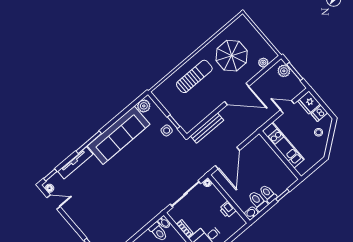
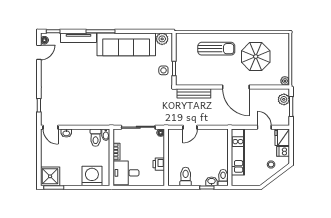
plant: (263, 63) -> (285, 81), moved
door: (227, 158) -> (190, 127), width x0.53
toilet: (268, 194) -> (223, 178), moved
door: (53, 202) -> (39, 52), hinge flipped
washbasin: (251, 213) -> (212, 181), moved

